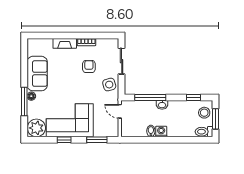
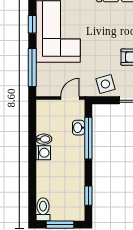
washbasin: (162, 105) -> (79, 128), moved
stool: (204, 113) -> (68, 210), removed
window: (97, 140) -> (32, 67), width x1.44

